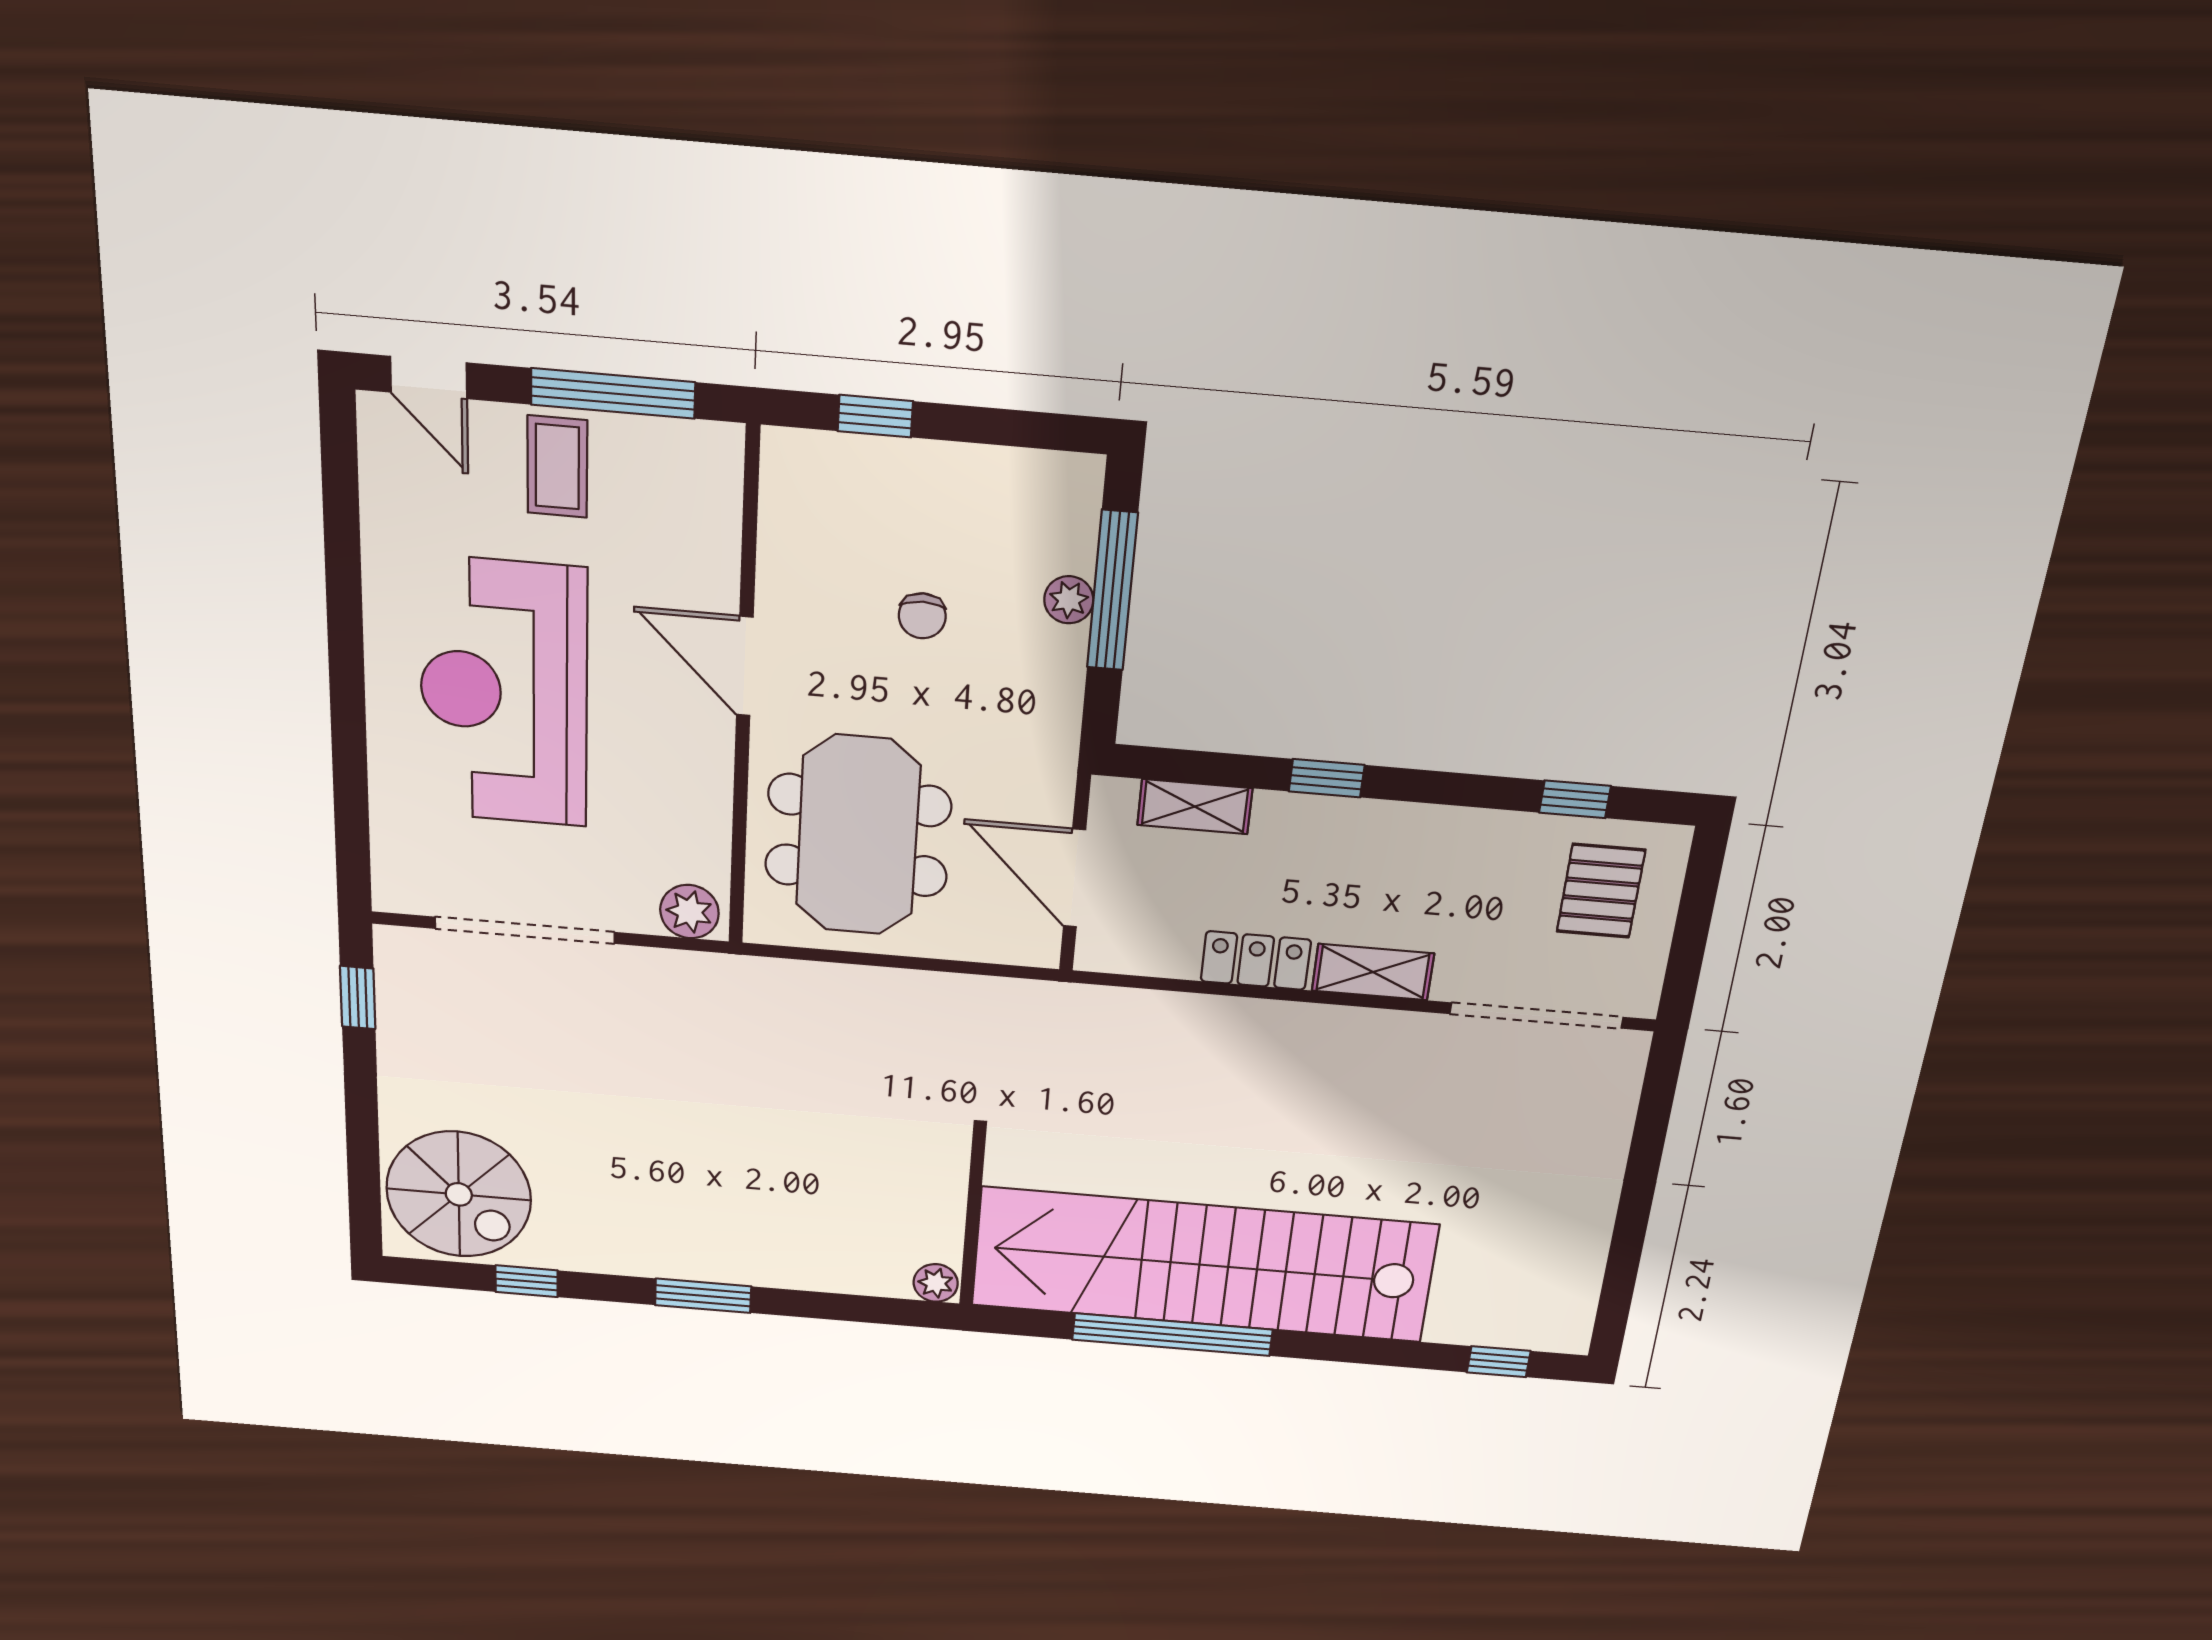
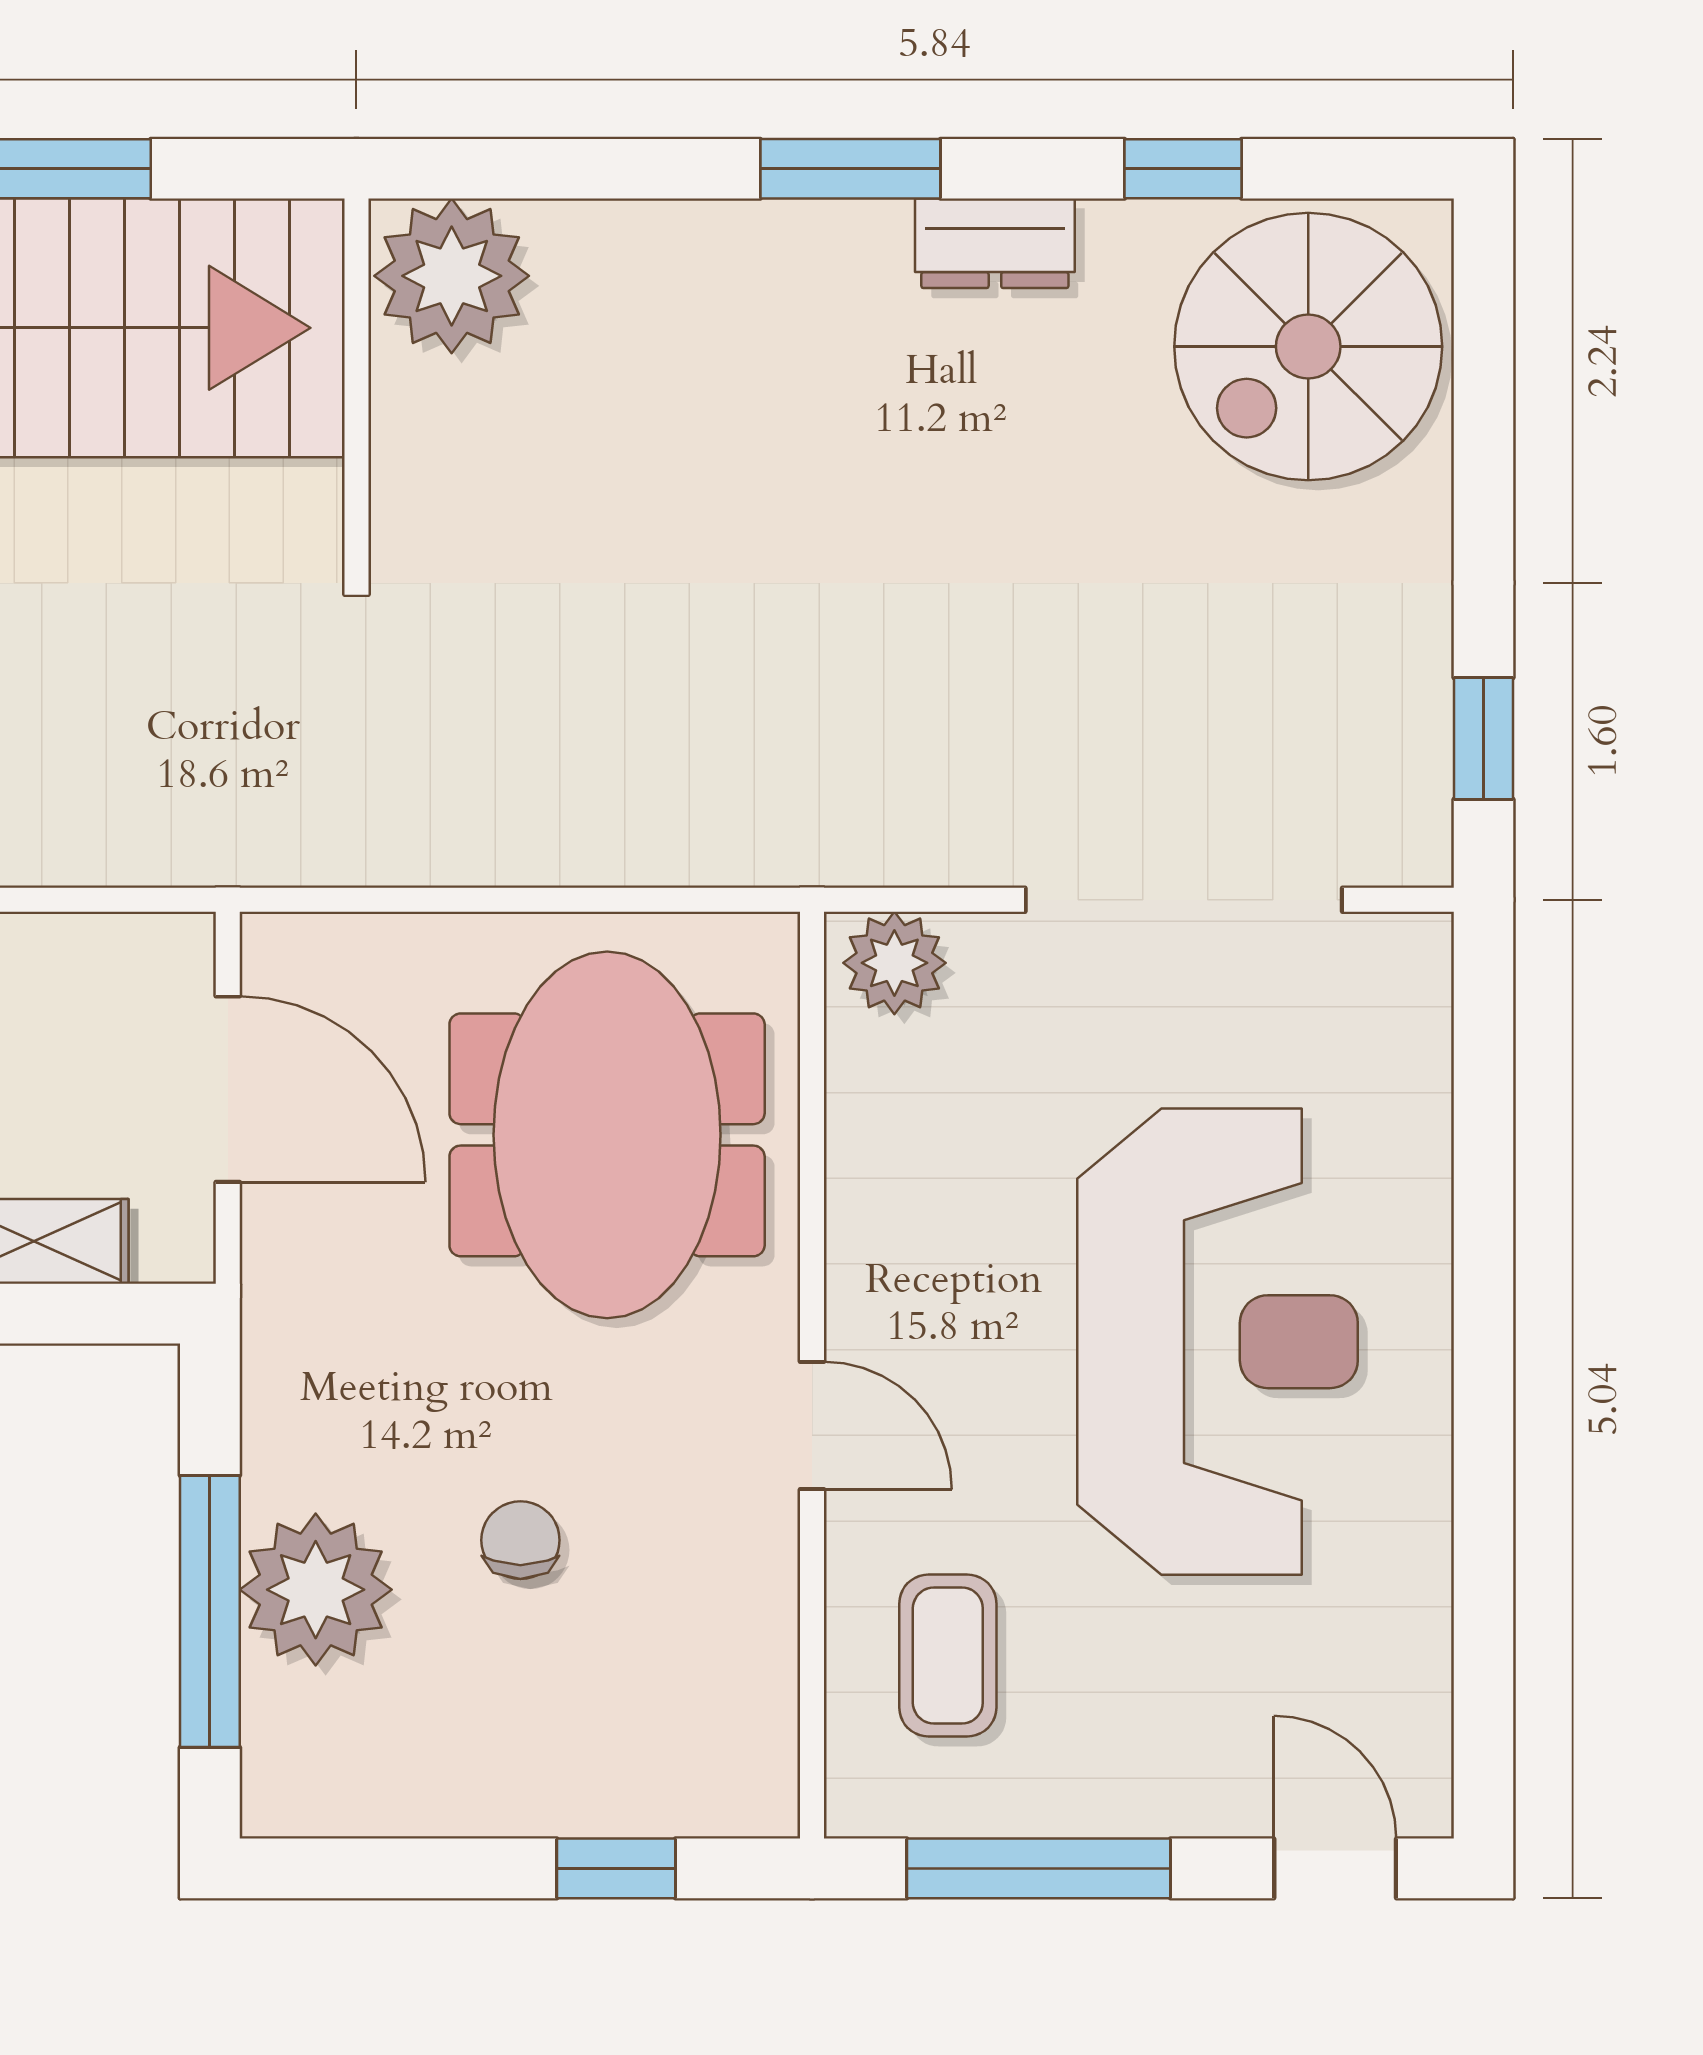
coffee table: (557, 467) -> (948, 1656), moved
plant: (1069, 600) -> (316, 1590), width x1.87, depth x1.87
door: (745, 666) -> (812, 1426), width x0.73
spiral stairs: (459, 1194) -> (1308, 347), turned -90
dresser: (627, 1256) -> (995, 243), added
plant: (936, 1283) -> (452, 276), width x1.87, depth x1.87

